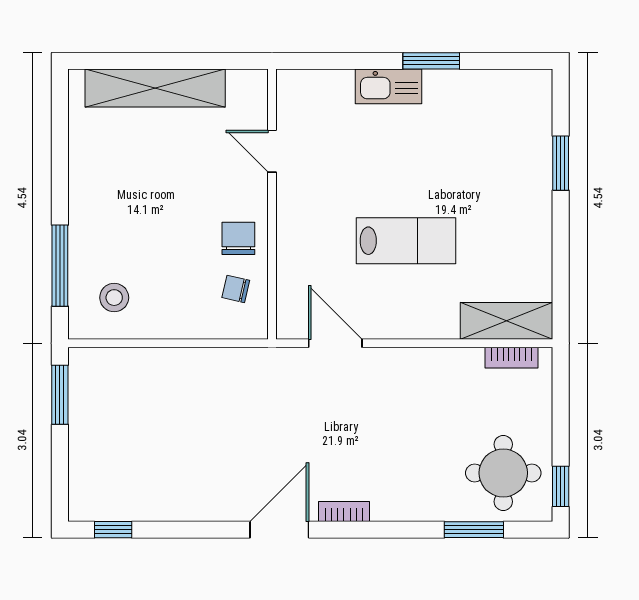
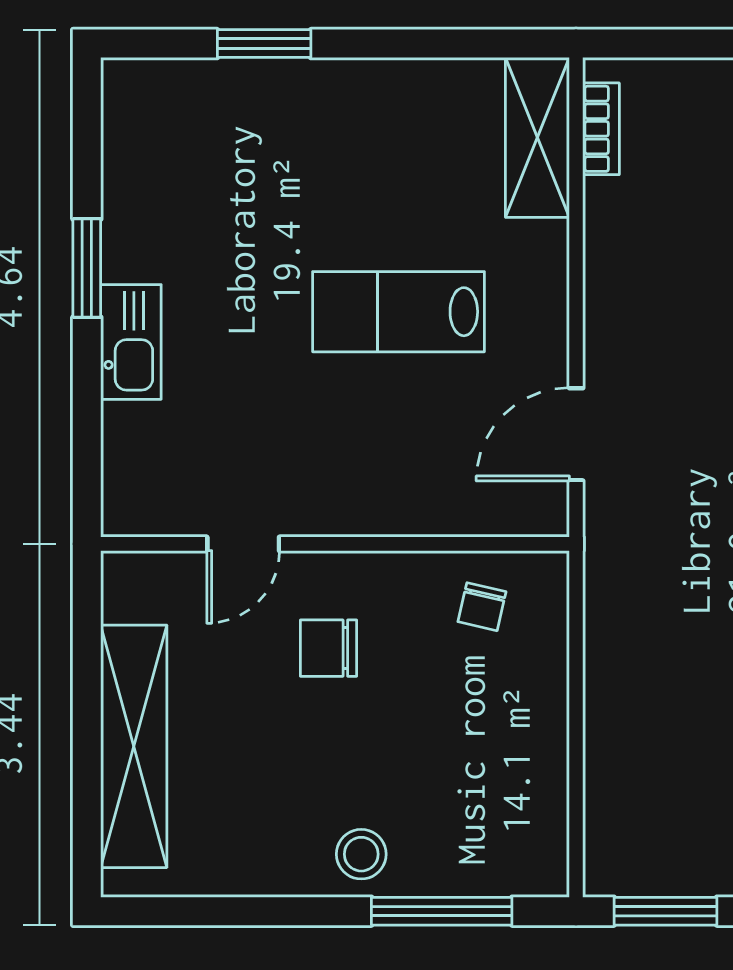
chair: (238, 238) -> (328, 648), moved
lab bench: (406, 241) -> (398, 312), turned -90
stool: (114, 298) -> (361, 854), moved

